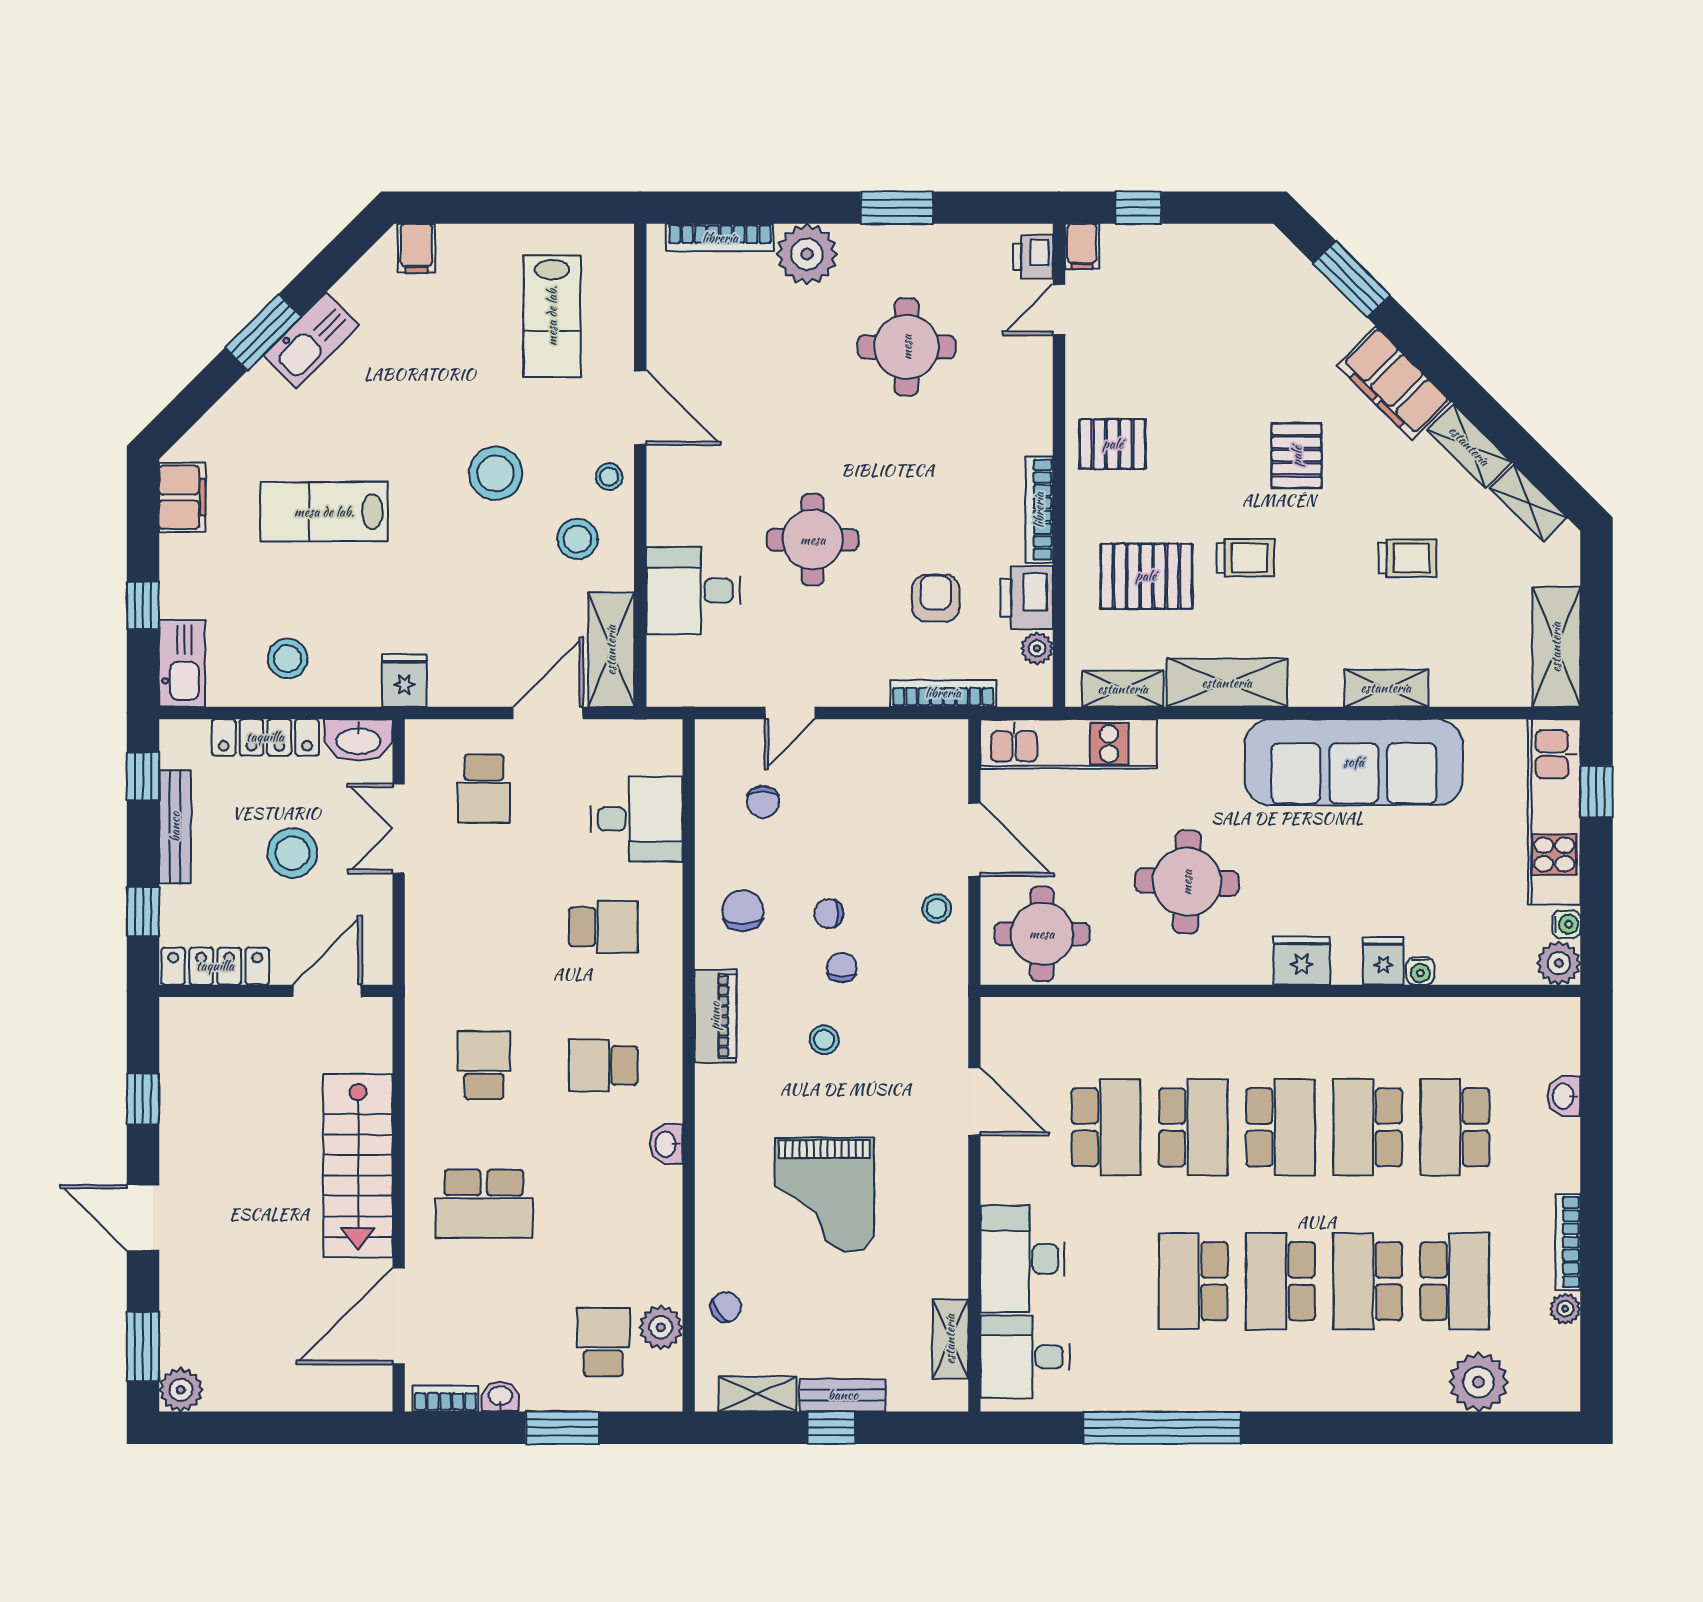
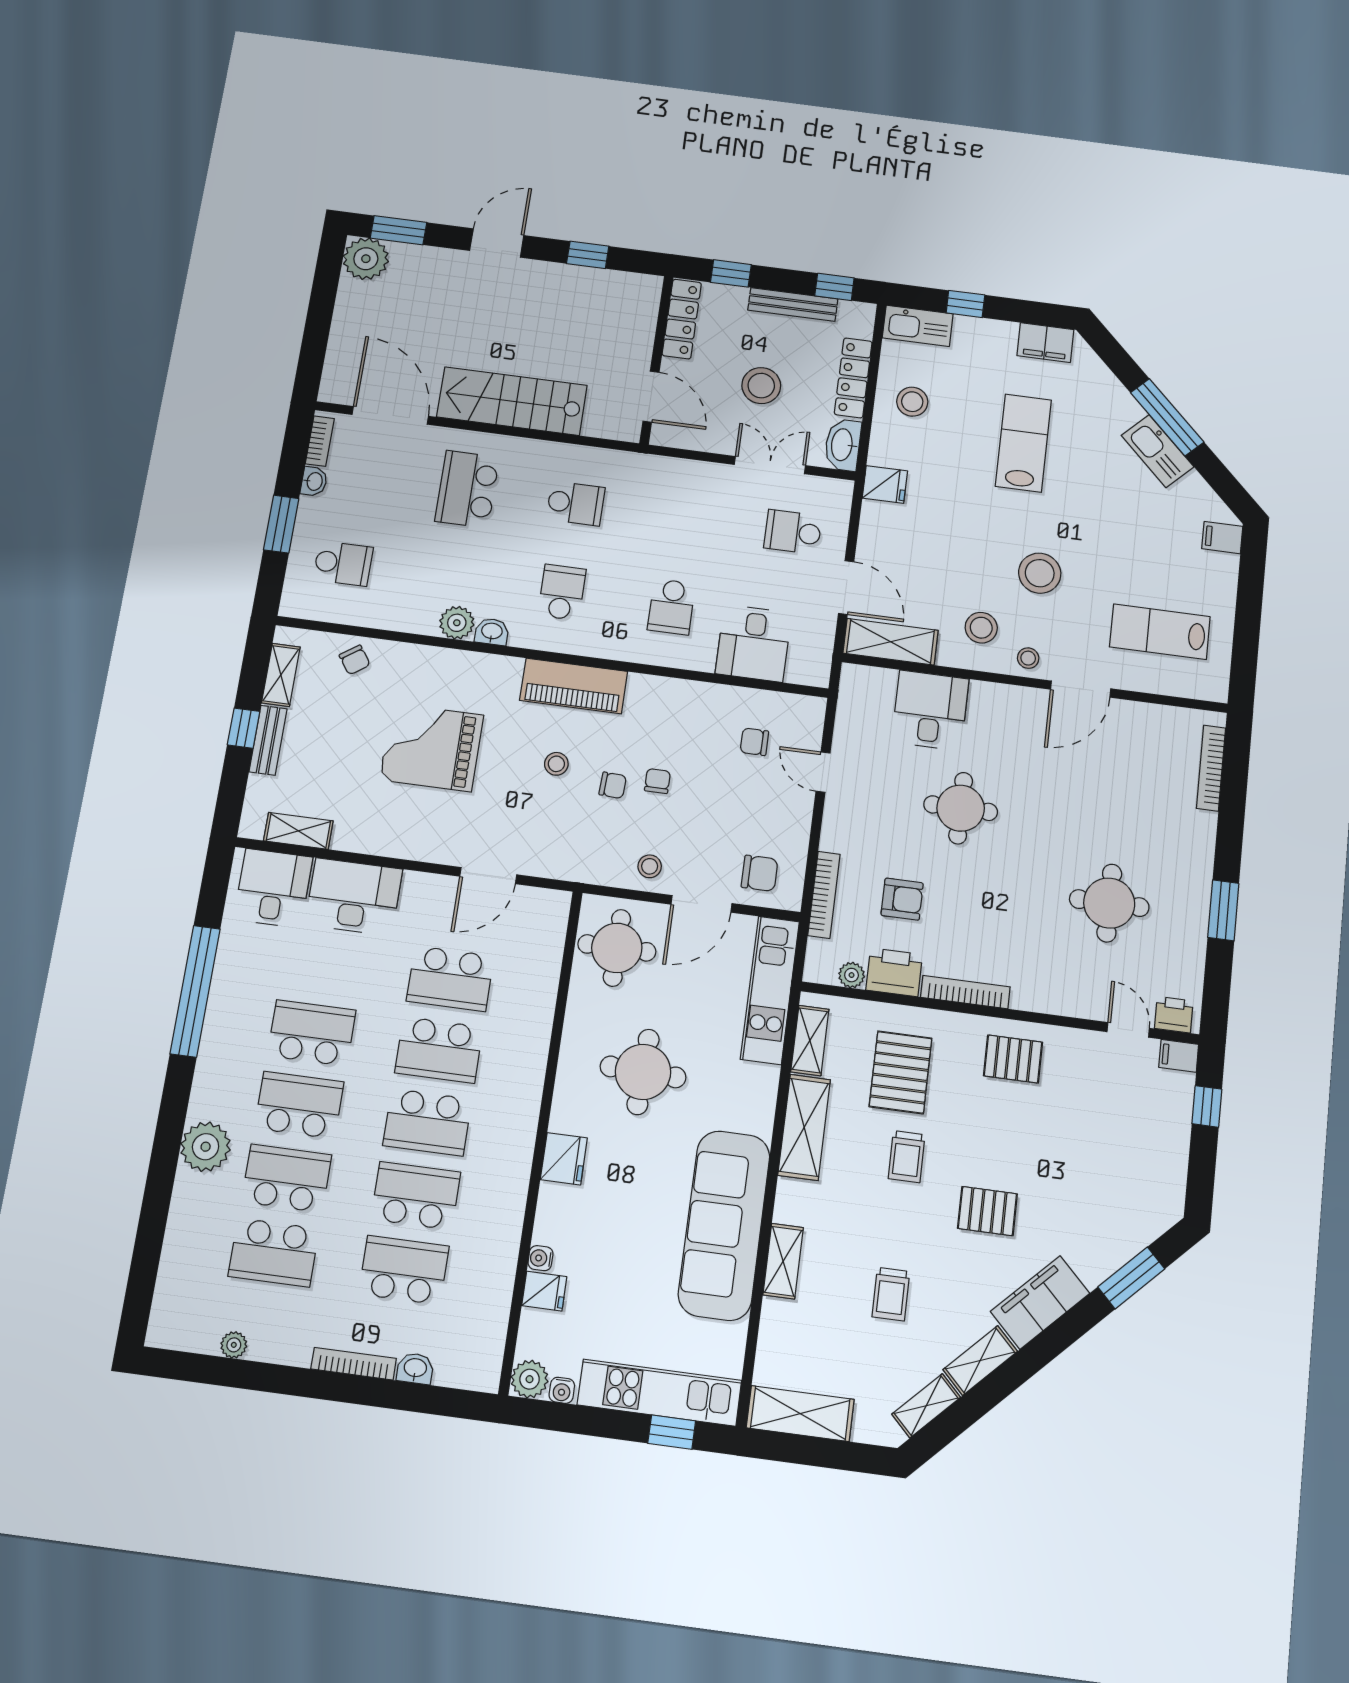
plant: (807, 254) -> (1192, 834), removed
window: (263, 332) -> (1167, 417), width x1.44
pallet: (1113, 444) -> (1013, 1059), turned 90
chair: (743, 910) -> (759, 873), moved
fridge: (1383, 961) -> (544, 1291), moved
piano: (715, 1016) -> (574, 686), width x1.37, depth x1.33
bookcase: (1568, 1242) -> (354, 1364), moved
plant: (661, 1327) -> (457, 623), moved
plant: (1478, 1382) -> (206, 1147), moved
plant: (181, 1390) -> (366, 259), width x1.36, depth x1.36

